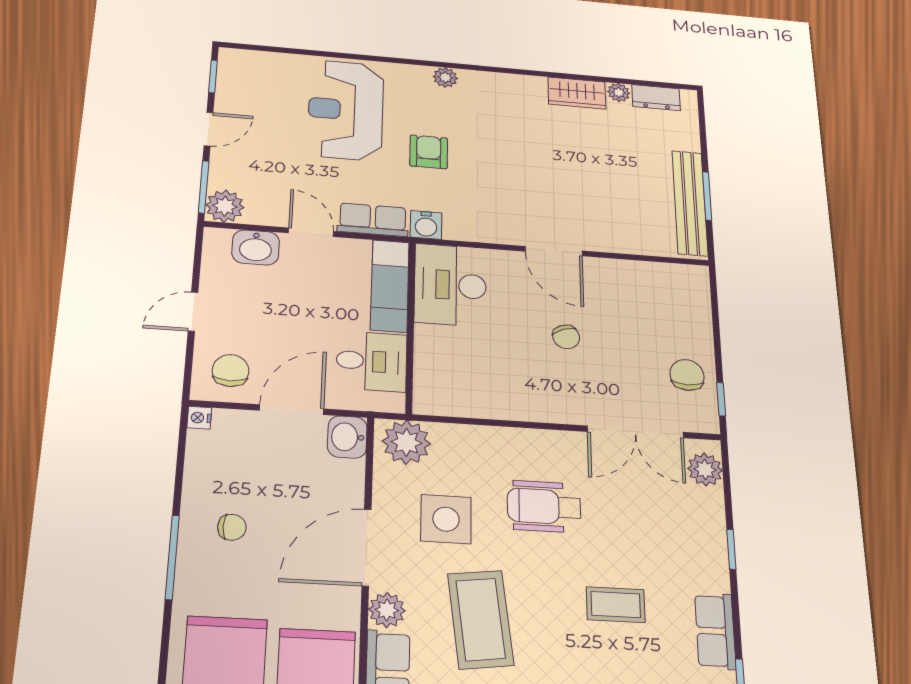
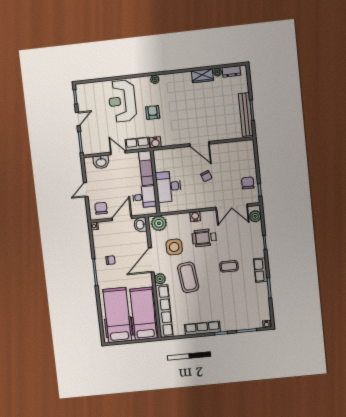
plant: (225, 206) -> (89, 148), removed
desk: (450, 285) -> (169, 187), moved
water cooler: (522, 441) -> (195, 217), added

